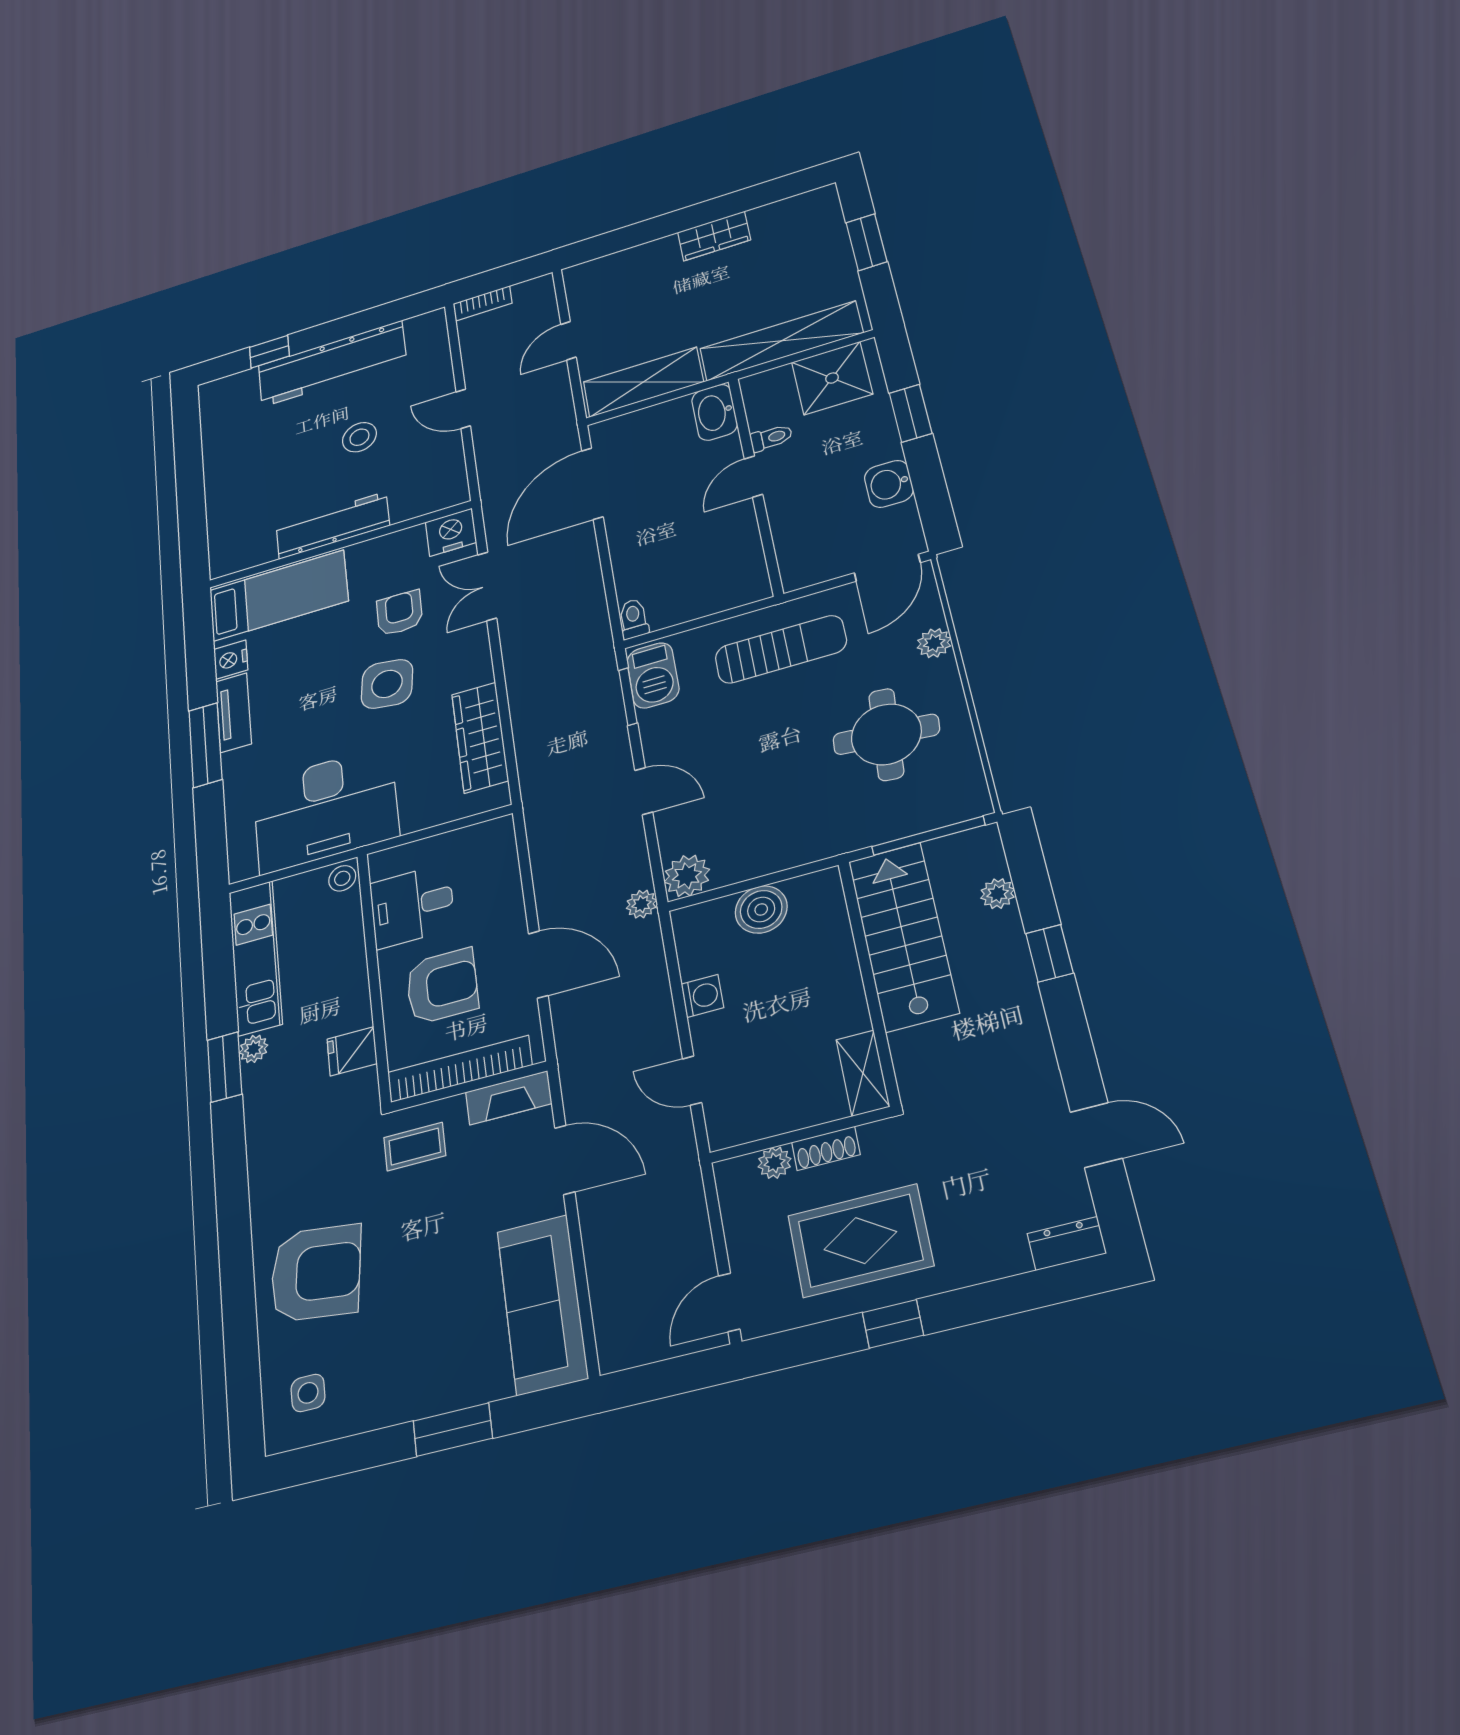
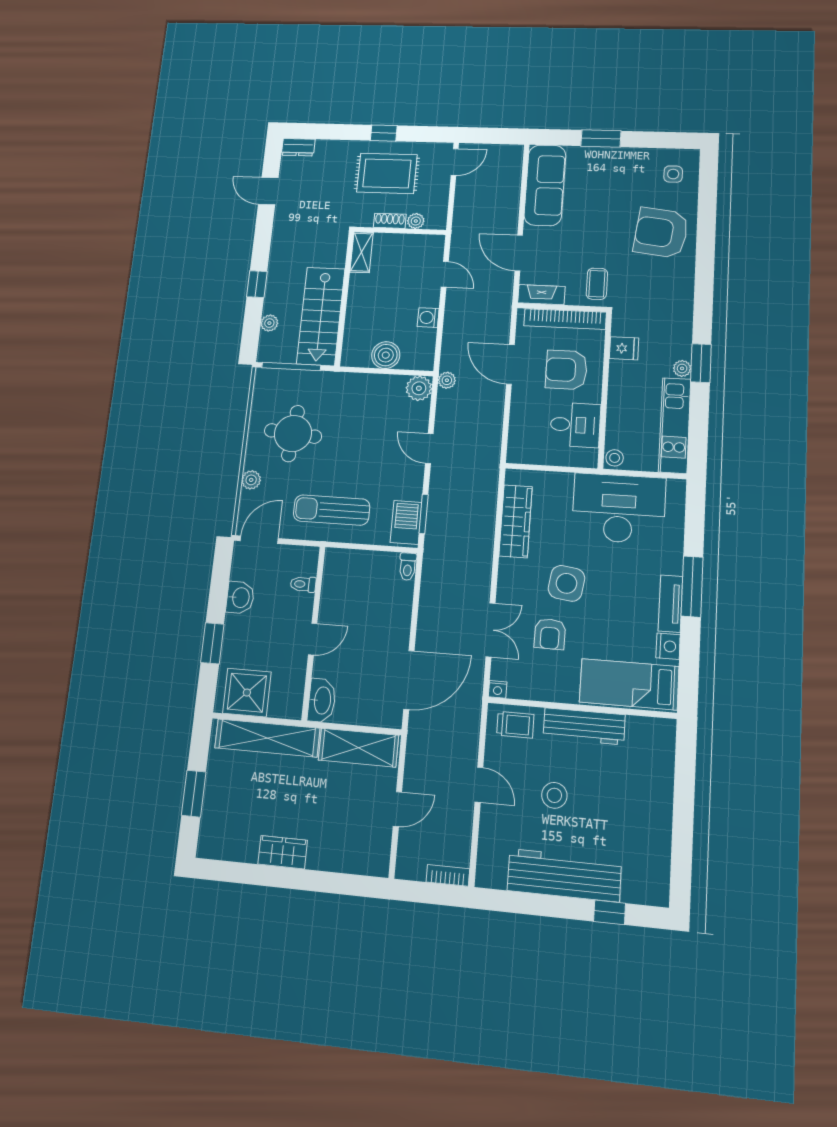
toilet: (771, 438) -> (303, 584), moved
trolley: (428, 491) -> (515, 725), added
nightstand: (451, 532) -> (498, 689), width x0.53, depth x0.56
coffee table: (415, 1147) -> (597, 284), turned 90

